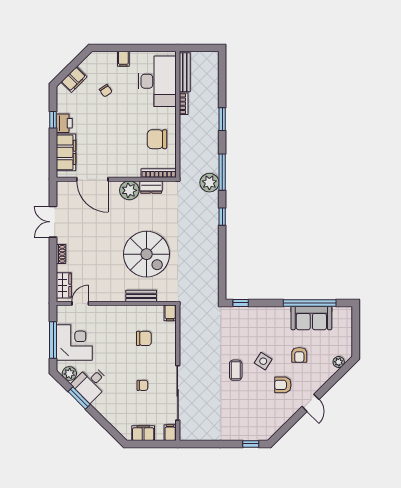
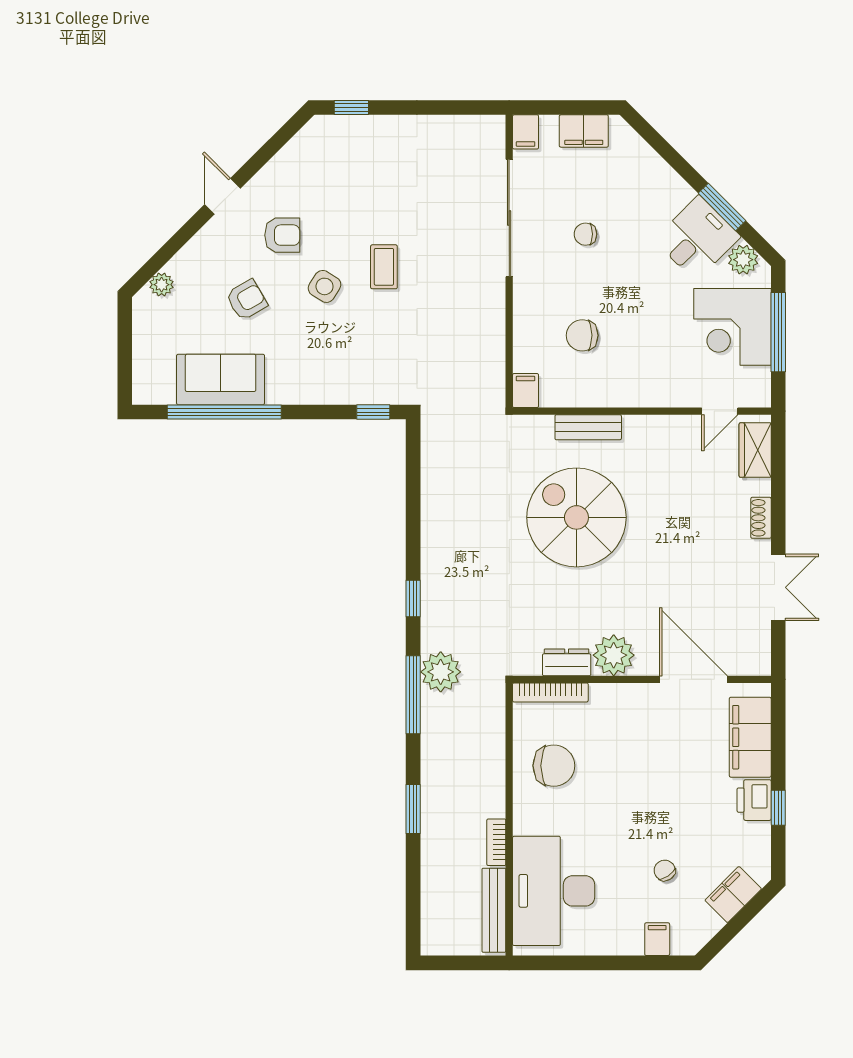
filing cabinet: (123, 59) -> (657, 939), moved
armchair: (299, 355) -> (247, 300), turned 60

